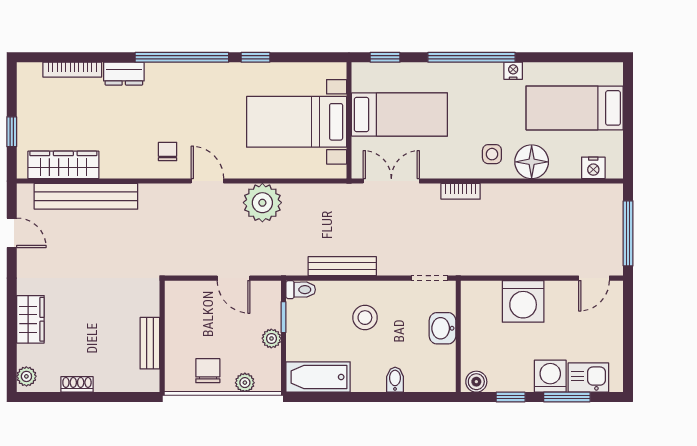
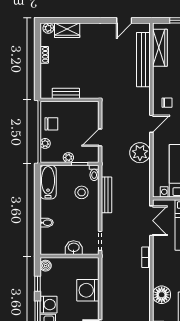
side table: (492, 154) -> (166, 274), removed
stool: (365, 318) -> (82, 192), moved
wardrobe: (30, 319) -> (67, 30), moved

